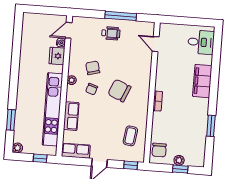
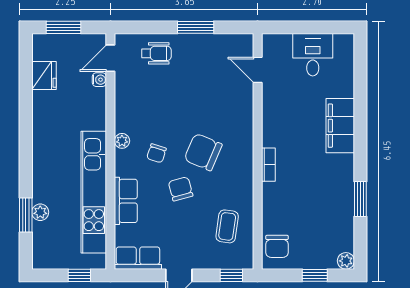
window: (42, 10) -> (64, 27), added
window: (121, 16) -> (196, 27), width x0.69
wheelchair: (111, 33) -> (156, 53), moved
desk: (201, 42) -> (313, 55), moved, turned -90
fridge: (57, 56) -> (44, 75), moved, turned 180
chair: (93, 68) -> (181, 189), moved
plant: (17, 148) -> (40, 212), moved
plant: (179, 160) -> (346, 261), moved

